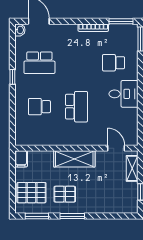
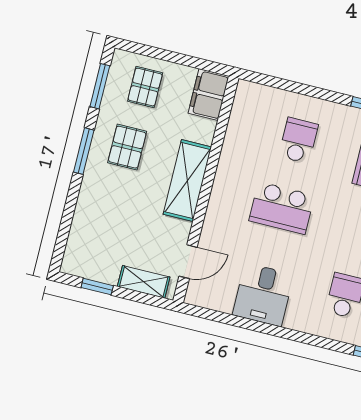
desk: (124, 94) -> (263, 295), moved
filing cabinet: (21, 159) -> (209, 95), width x2.00
pallet: (31, 193) -> (145, 87), width x0.67, depth x0.71

